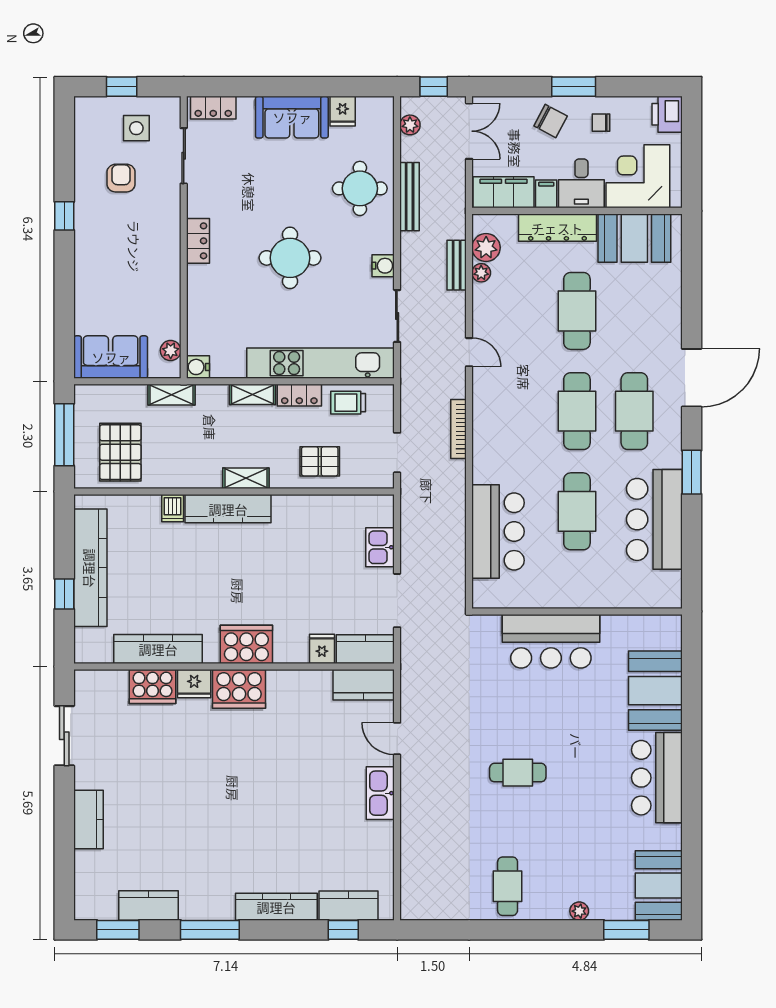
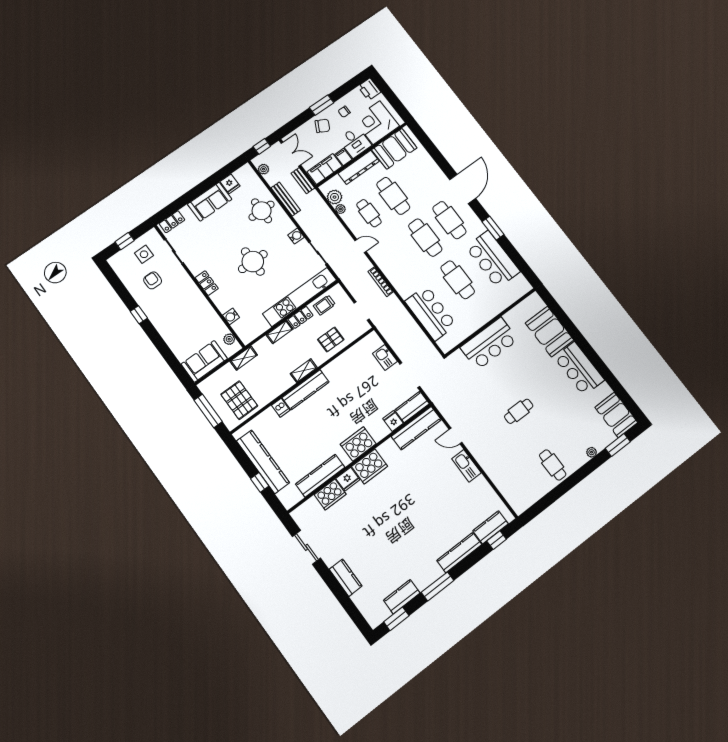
bench: (457, 265) -> (303, 181), moved
cafe table: (520, 311) -> (369, 213), added
water cooler: (198, 367) -> (231, 316), moved
kitchen counter: (364, 685) -> (416, 428), width x1.50

